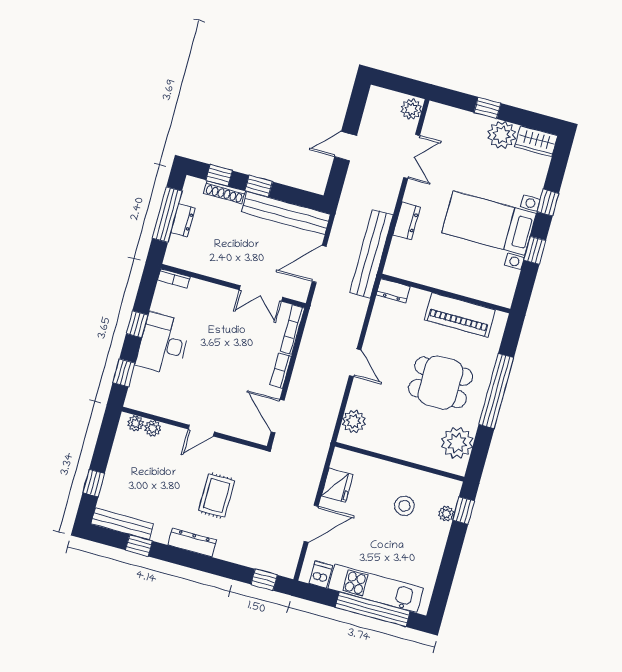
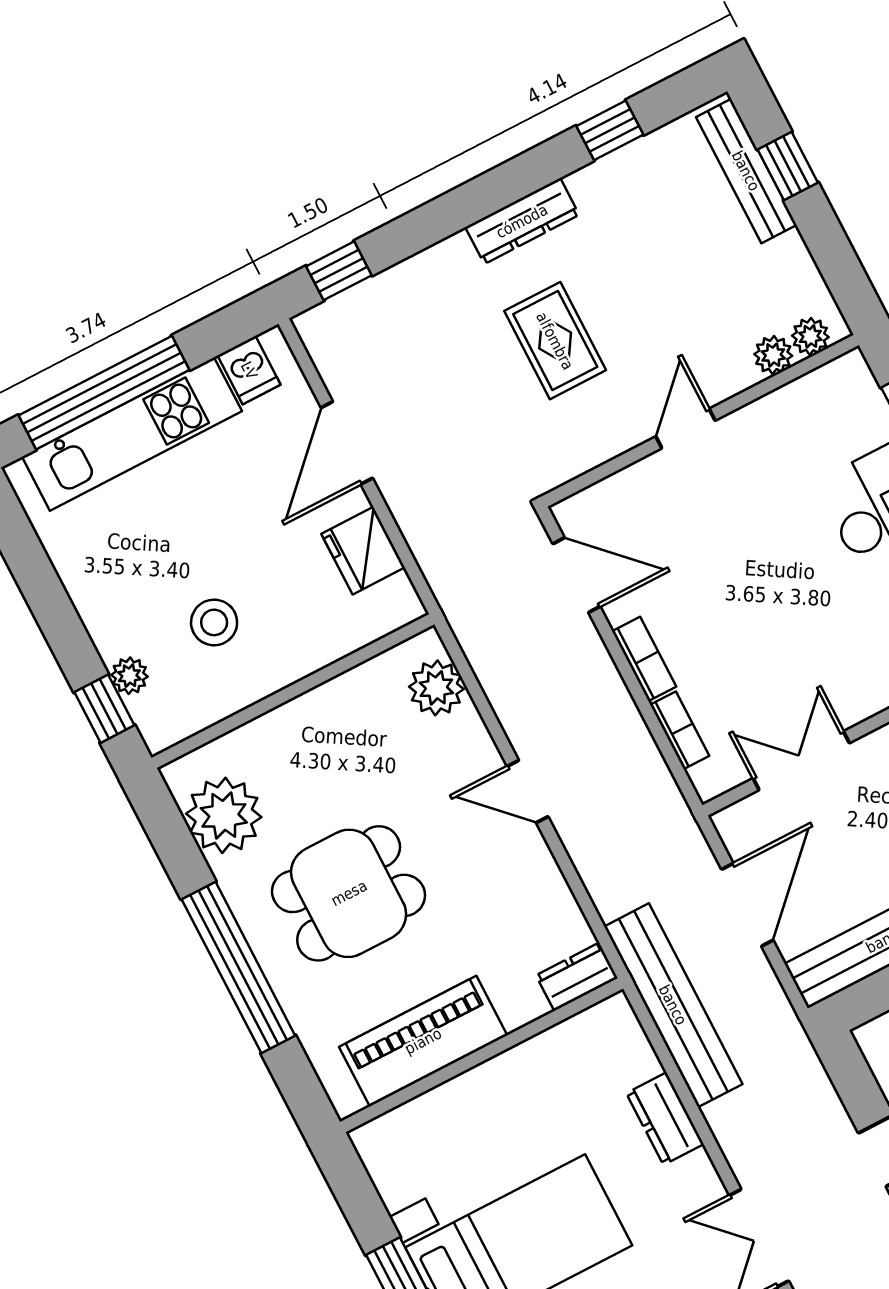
bookcase: (292, 330) -> (680, 730), width x0.64
bench: (122, 524) -> (746, 171), moved, turned 90

